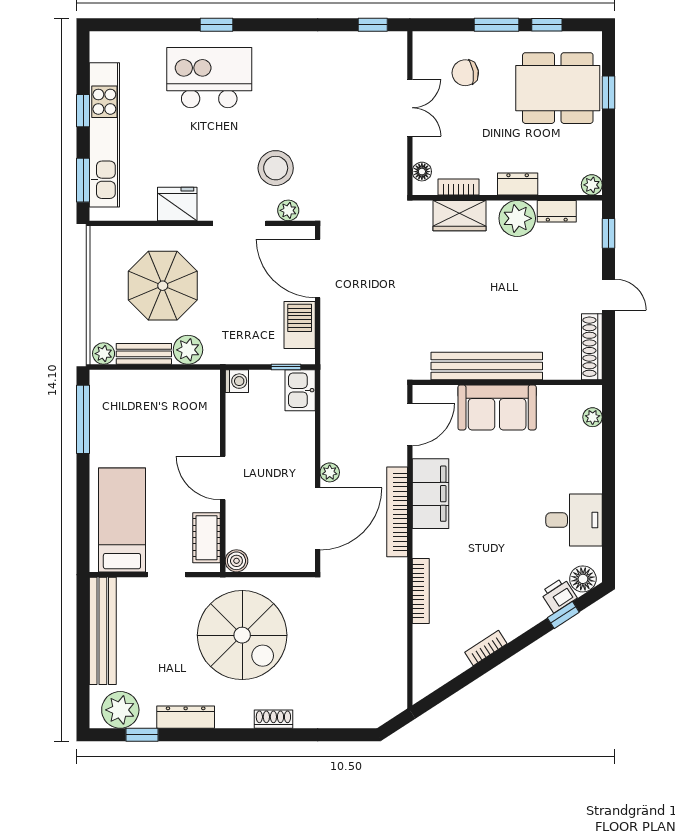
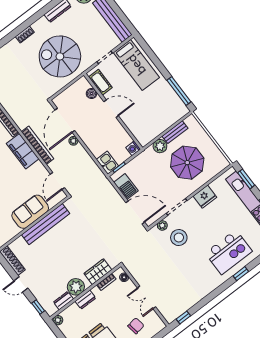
plant: (104, 354) -> (190, 121), removed
filing cabinet: (431, 494) -> (23, 151), moved
boiler: (236, 561) -> (92, 93), moved

